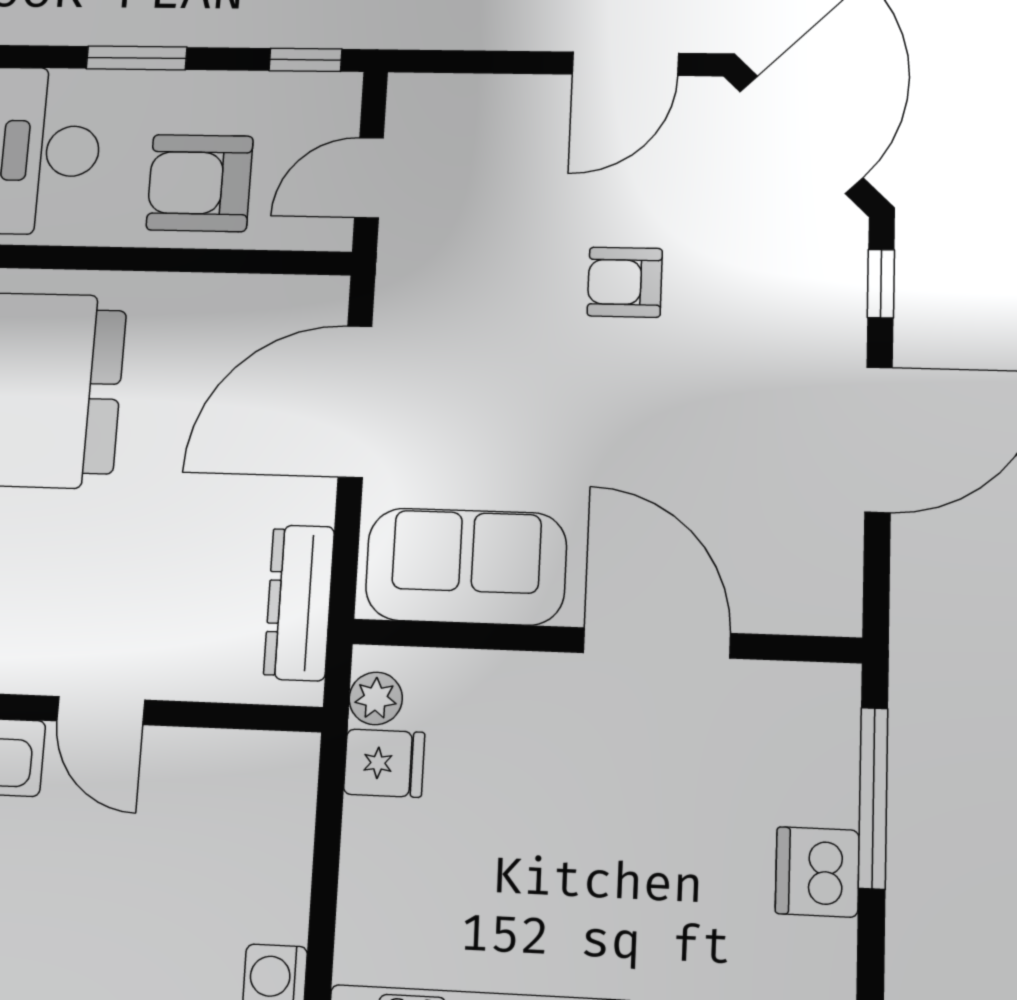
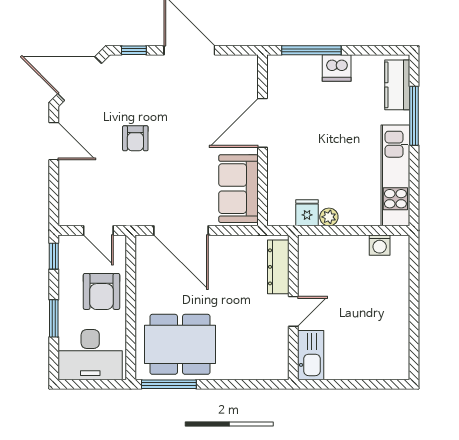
dresser: (299, 602) -> (278, 267), moved, turned 90
plant: (376, 698) -> (329, 217), moved

